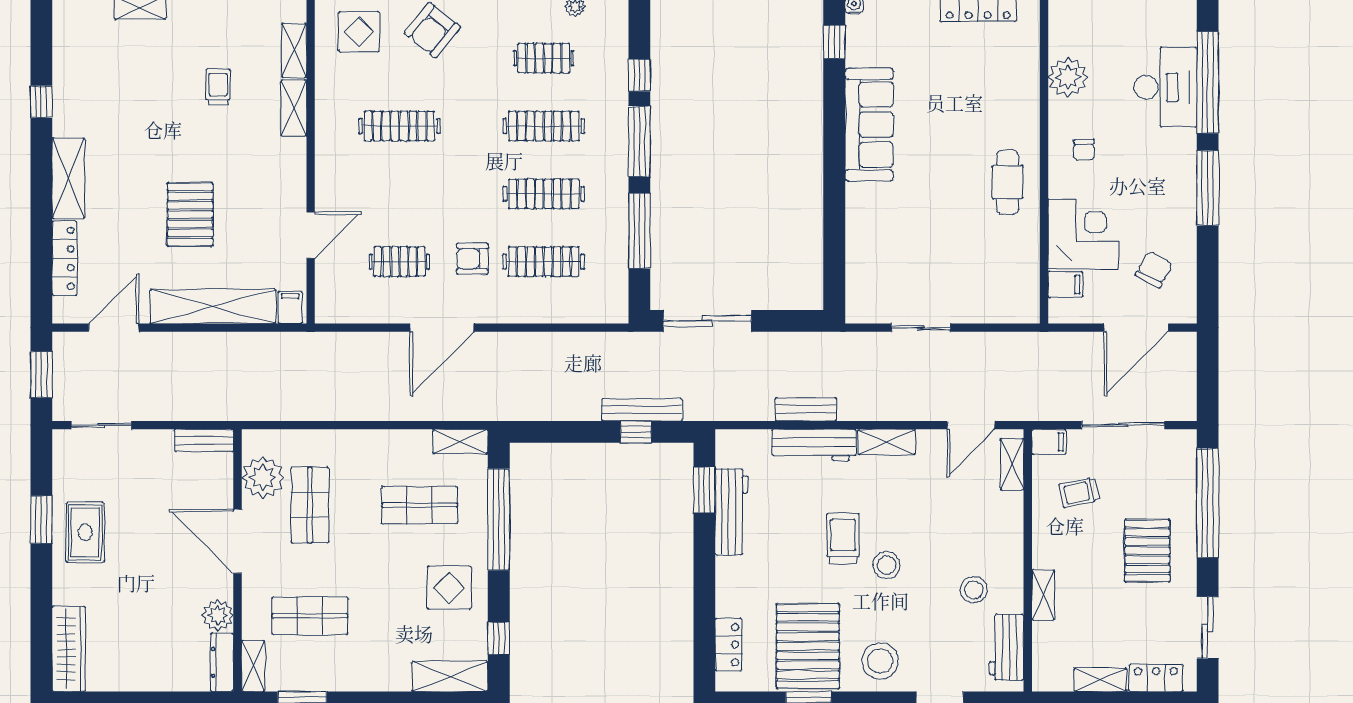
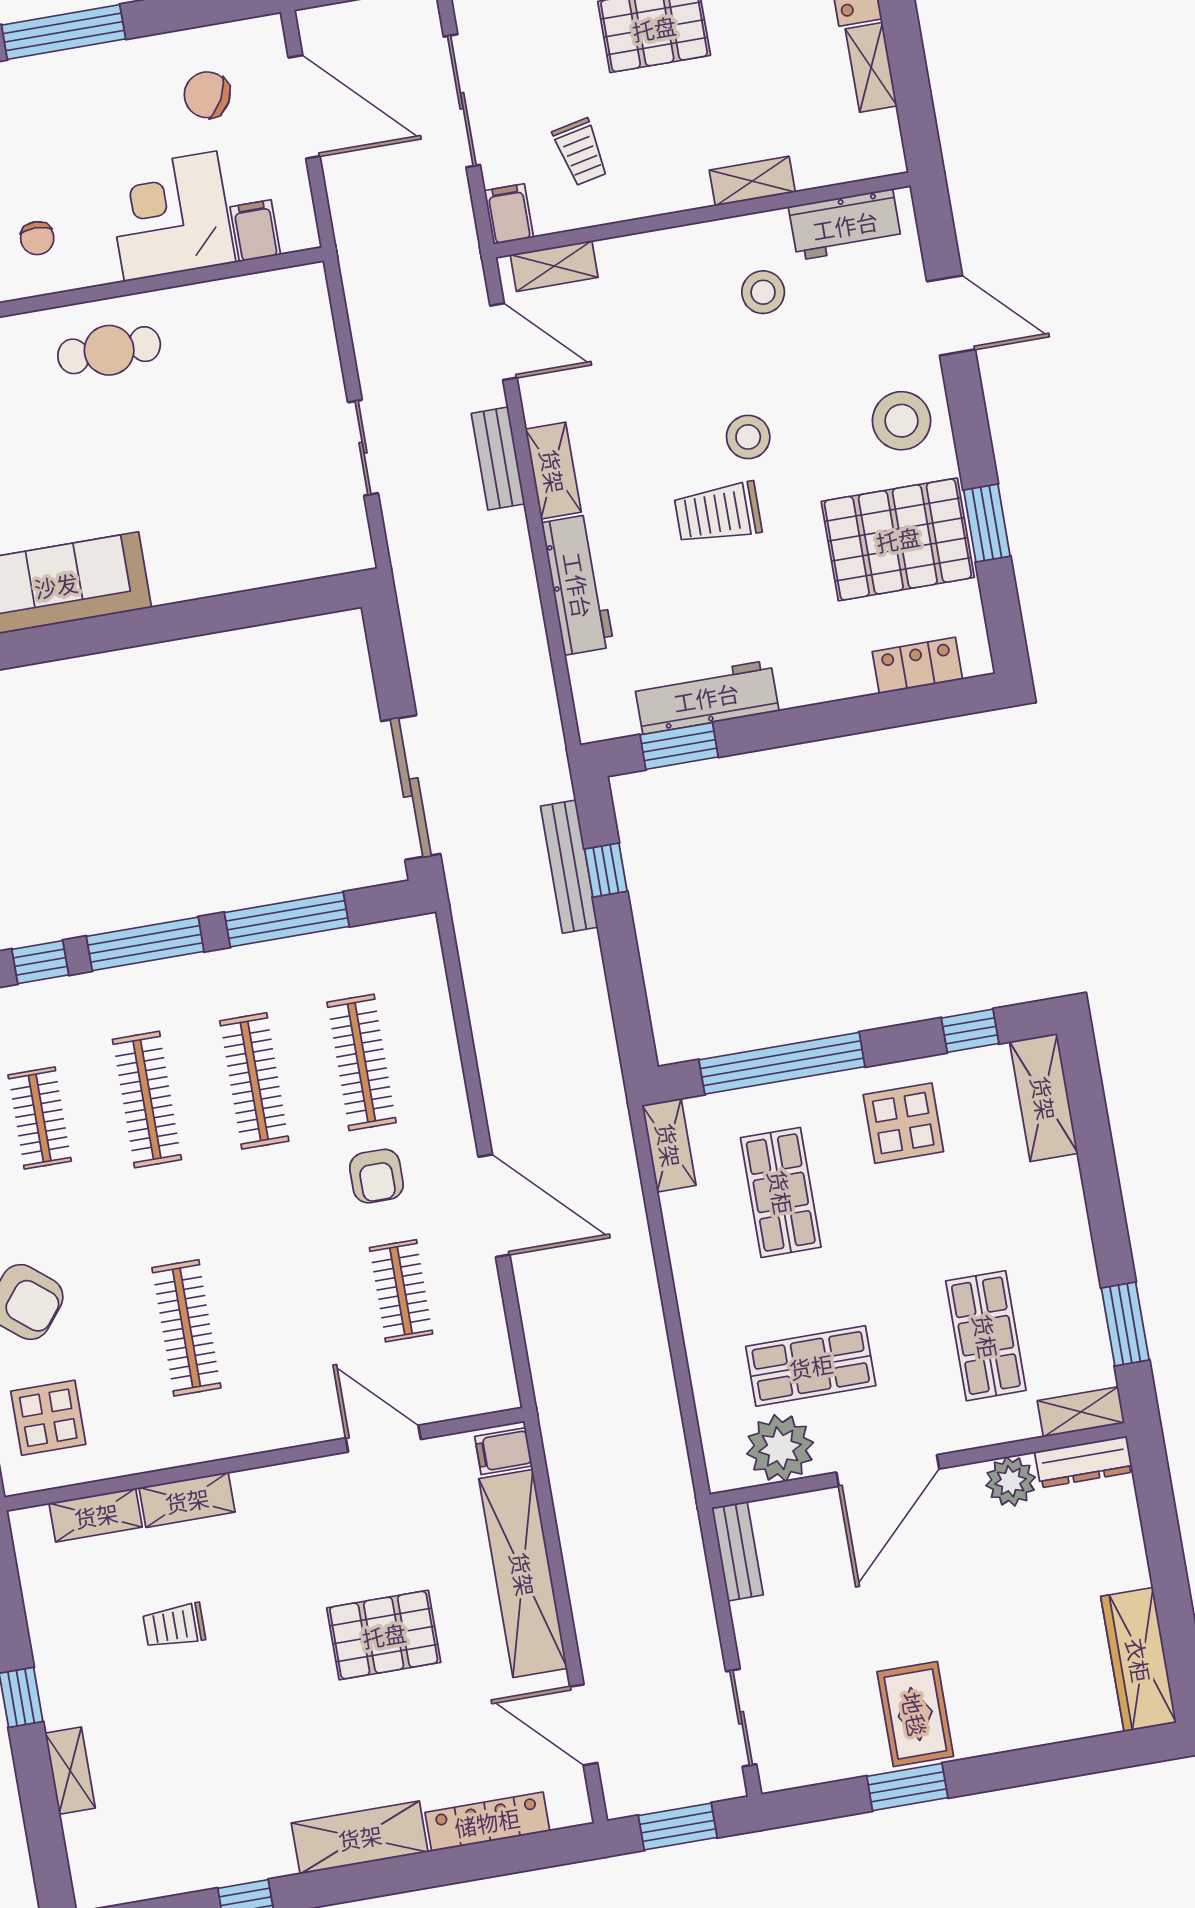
chair: (1084, 150) -> (37, 238), turned 91
bench: (806, 409) -> (498, 459), moved
rug: (85, 532) -> (915, 1714), turned 90
wardrobe: (69, 649) -> (1139, 1660), moved, turned -90

